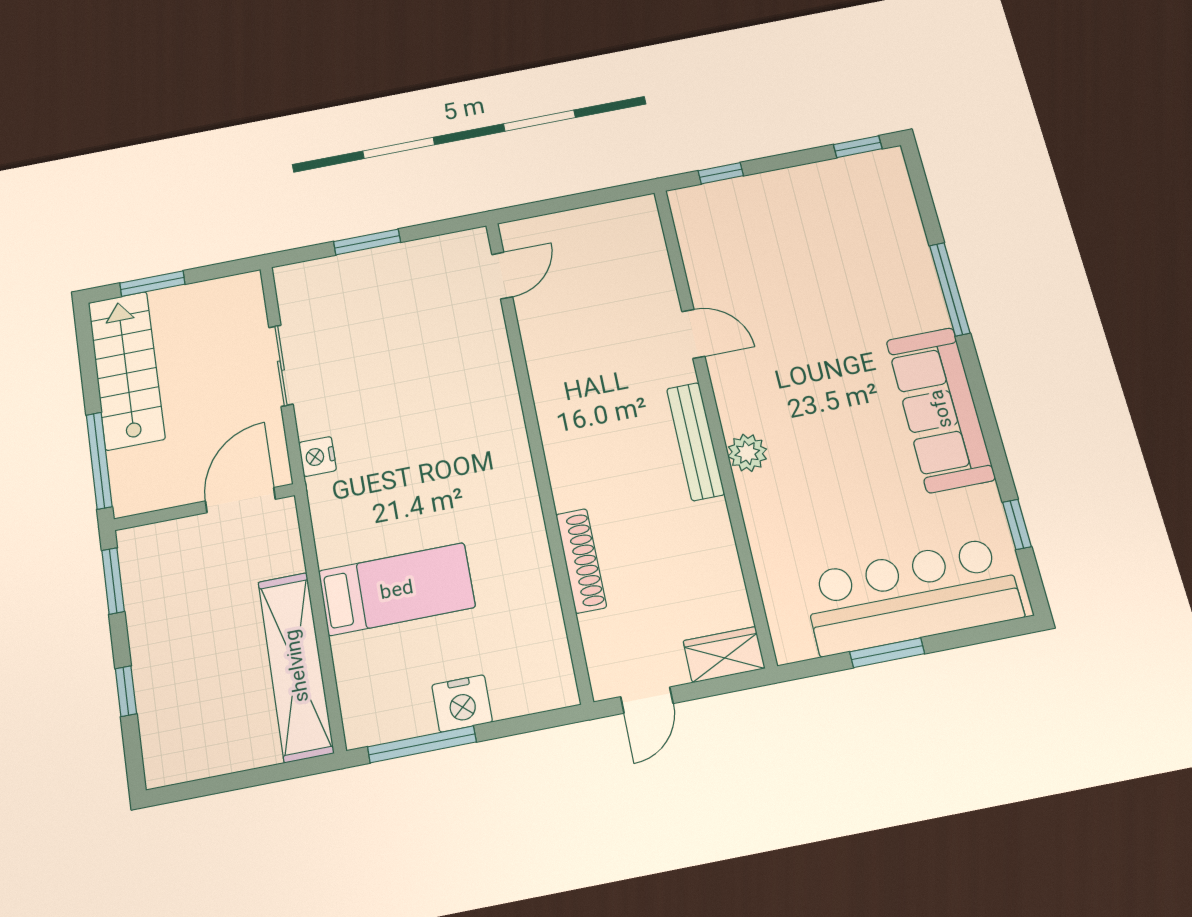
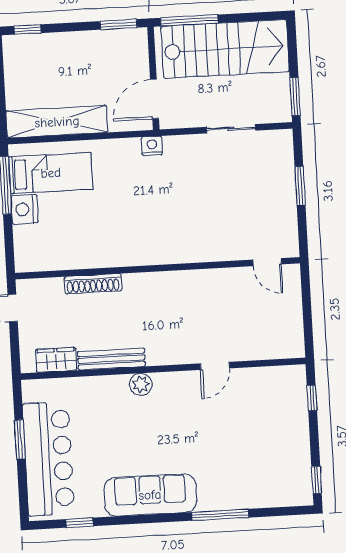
window: (152, 284) -> (295, 96), moved
stairs: (126, 370) -> (225, 49), width x1.36, depth x1.51
bench: (695, 441) -> (111, 359), moved
nightstand: (318, 456) -> (152, 146), moved
door: (240, 500) -> (155, 99), swing flipped
bed: (397, 589) -> (51, 173), moved, turned -90
wardrobe: (724, 655) -> (56, 360), moved, turned -90
window: (126, 691) -> (28, 29), moved

